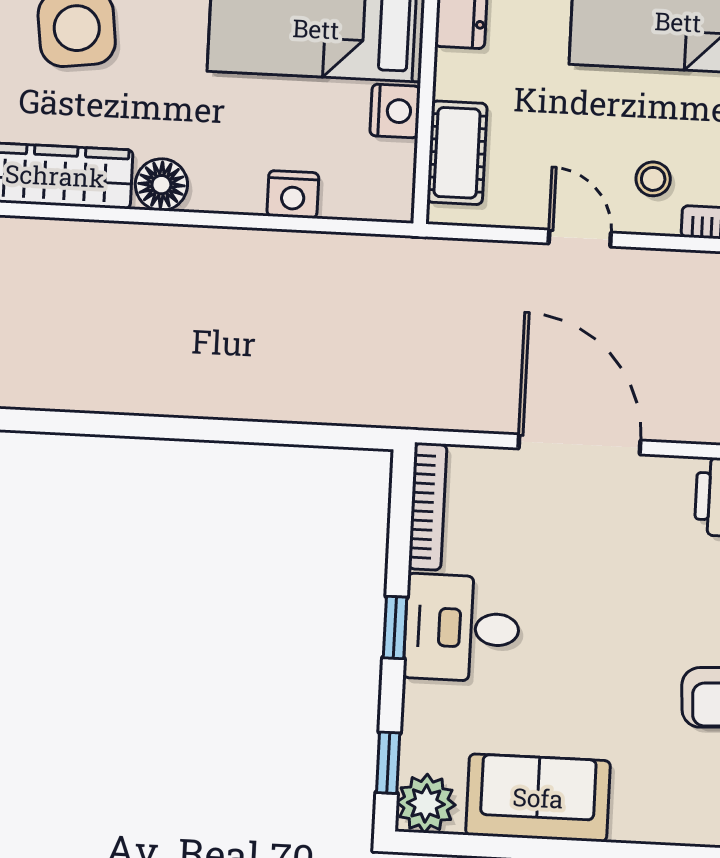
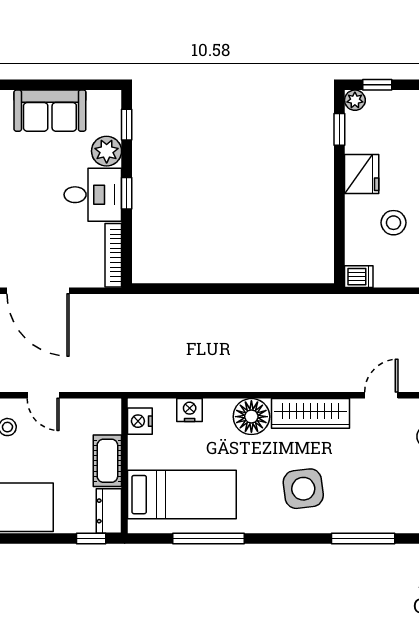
nightstand: (395, 111) -> (140, 421), moved
cot: (457, 153) -> (107, 461), moved
floor lamp: (161, 185) -> (251, 417), width x1.38, depth x1.38
plant: (426, 804) -> (107, 151), moved

